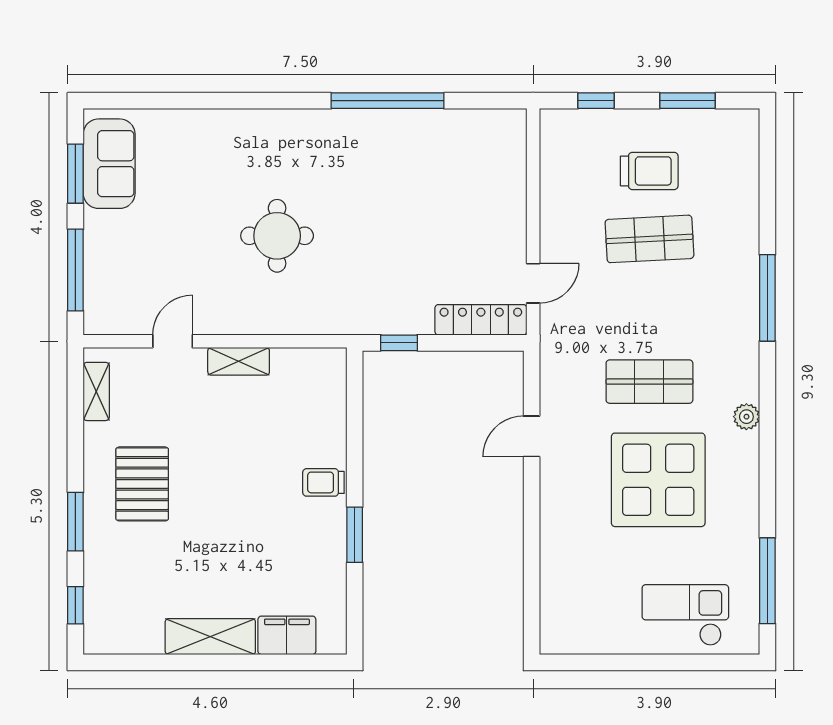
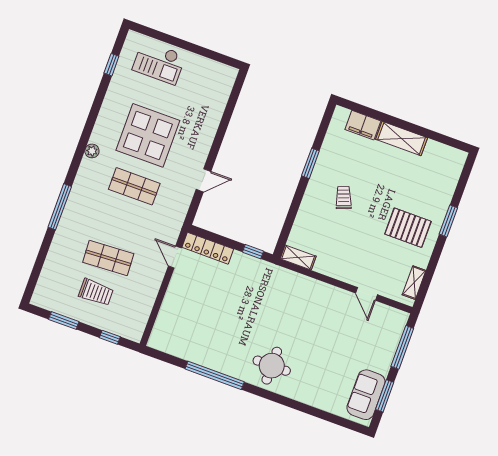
trolley: (649, 171) -> (96, 292), turned 180
round table: (277, 236) -> (272, 366), moved
door: (533, 283) -> (175, 257), hinge flipped
door: (173, 341) -> (367, 294), hinge flipped
shelving: (239, 361) -> (298, 257), moved
trolley: (323, 482) -> (344, 198), moved, turned -111
pallet: (142, 484) -> (408, 228), turned 90
window: (767, 581) -> (111, 65), width x0.46
window: (75, 605) -> (464, 179), removed

